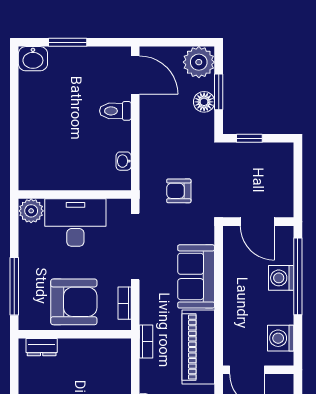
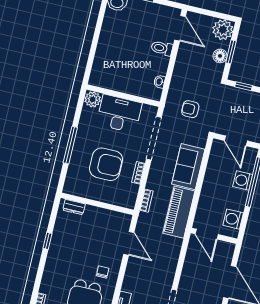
wall: (75, 334) -> (97, 204), moved
dresser: (42, 347) -> (74, 207), moved

